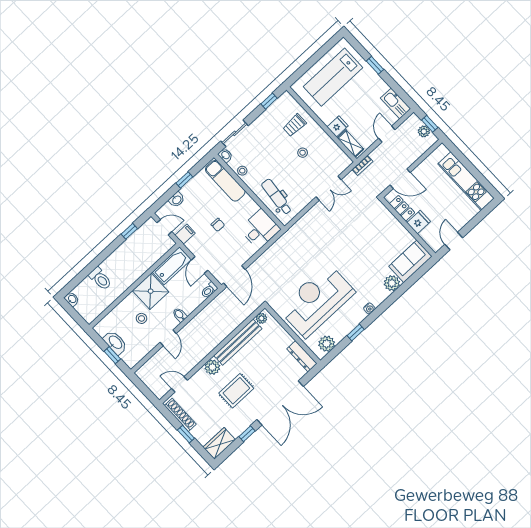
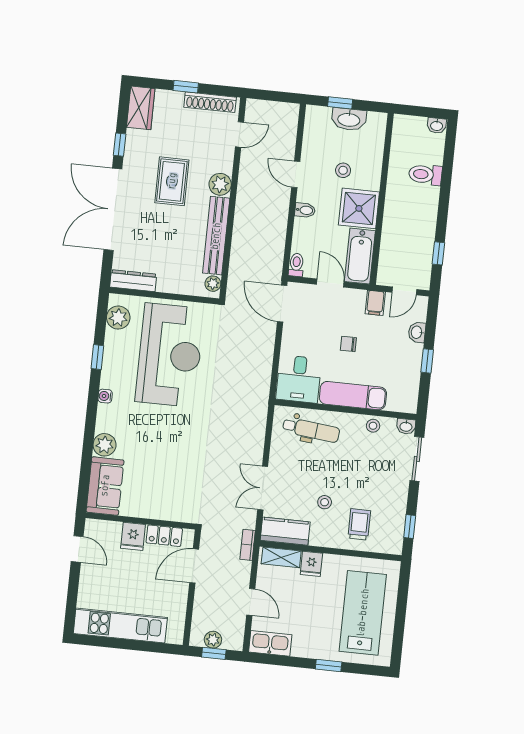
kitchen counter: (336, 155) -> (285, 531), added
exam couch: (225, 181) -> (353, 396), moved

